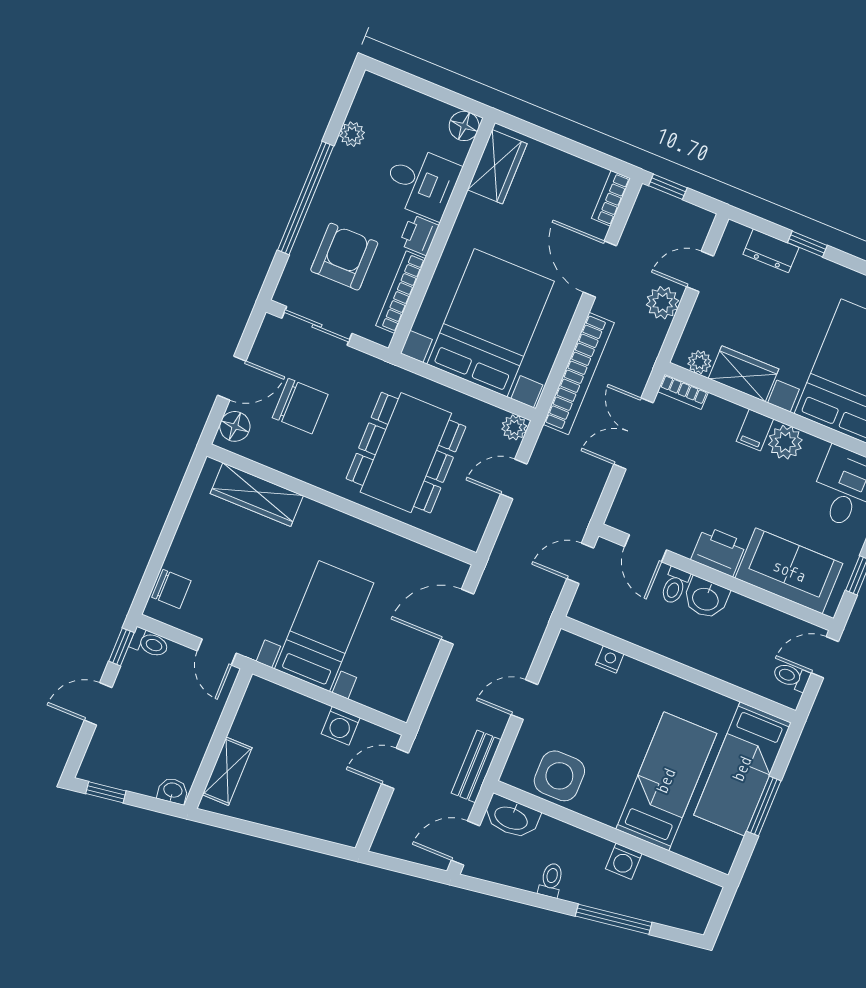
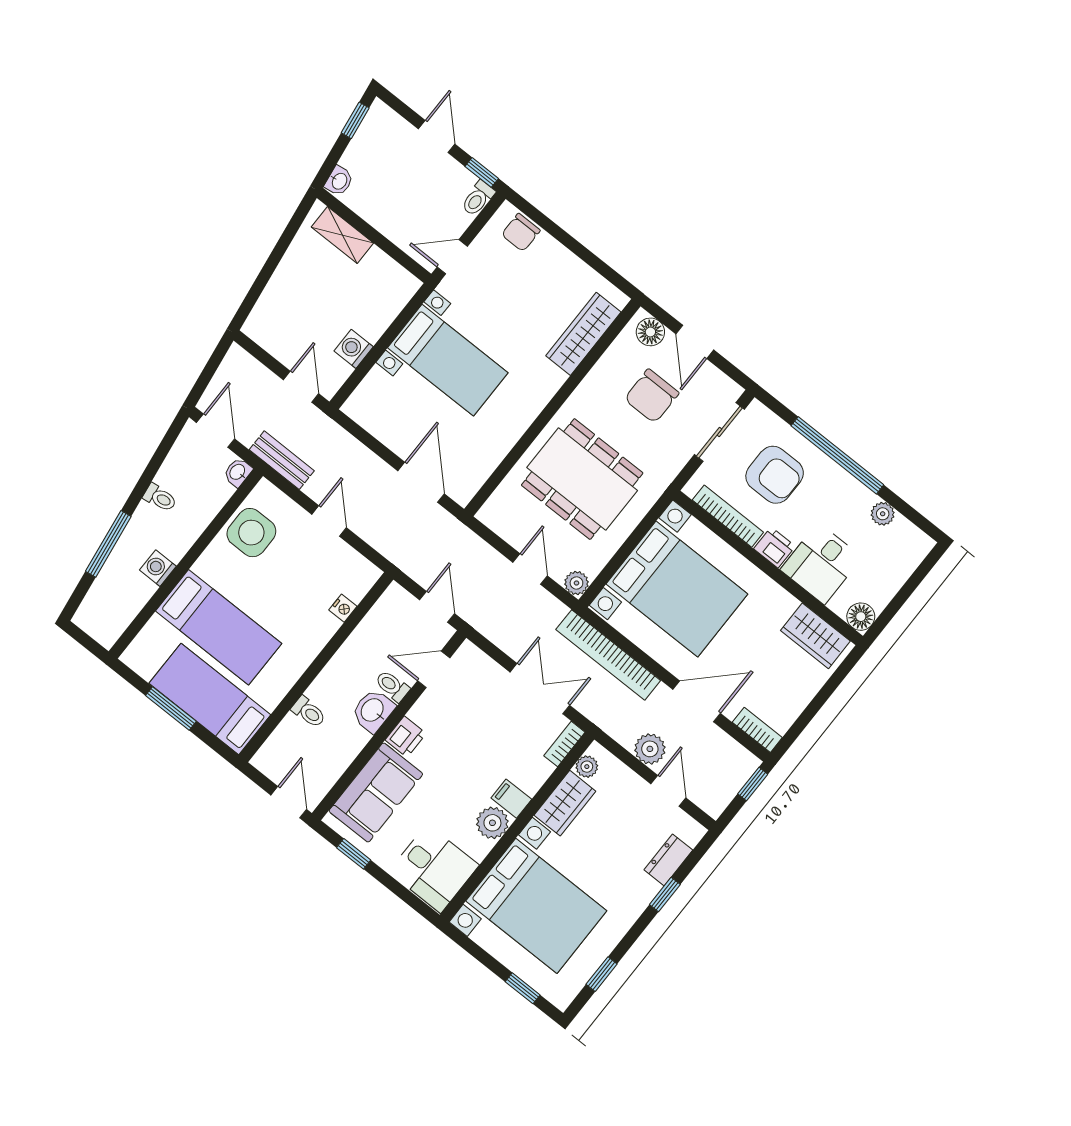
printer: (719, 551) -> (406, 737), width x0.73, depth x0.81
toilet: (791, 677) -> (309, 712), moved, turned 90
washbasin: (511, 817) -> (238, 472), width x0.52, depth x0.69

